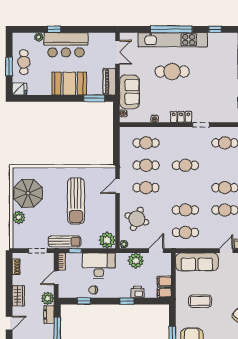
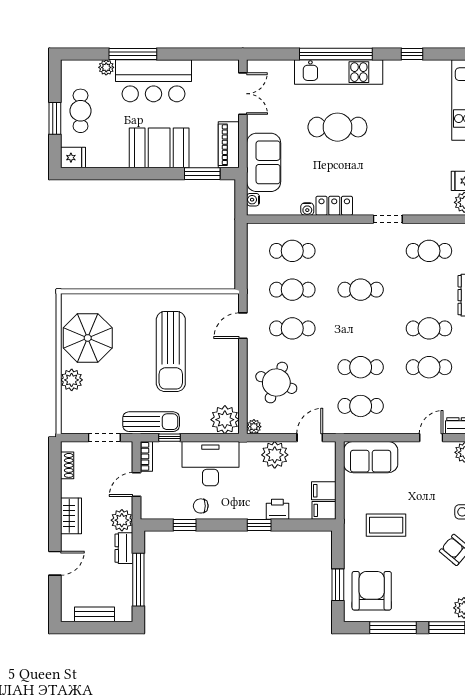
window: (54, 29) -> (133, 54), width x2.17
kitchen unit: (173, 40) -> (339, 72), width x0.73
locker: (181, 117) -> (334, 206), moved
sofa: (197, 262) -> (371, 457), width x0.73

